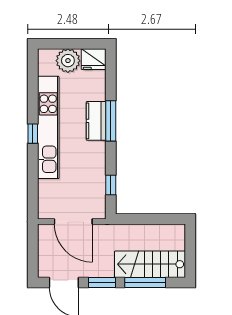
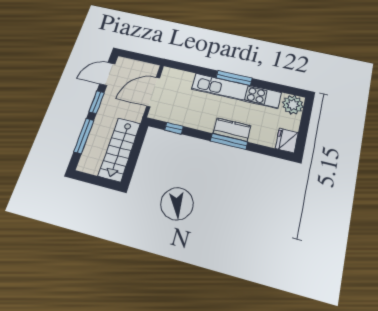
plant: (68, 61) -> (293, 105), moved
window: (33, 134) -> (234, 78), width x2.17
stairs: (150, 264) -> (120, 149), moved, turned 180

